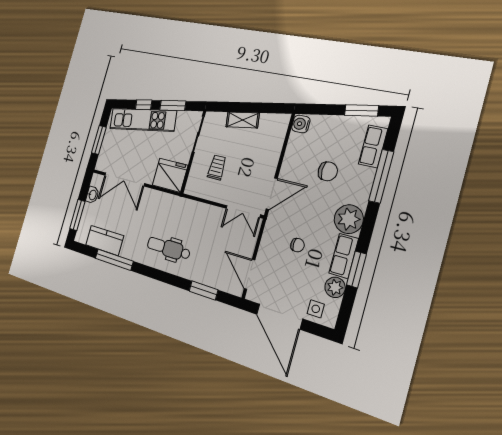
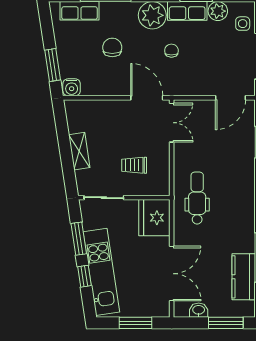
window: (361, 110) -> (53, 65), moved
chair: (297, 245) -> (171, 51), moved
dental chair: (169, 248) -> (197, 198), moved, turned 180

